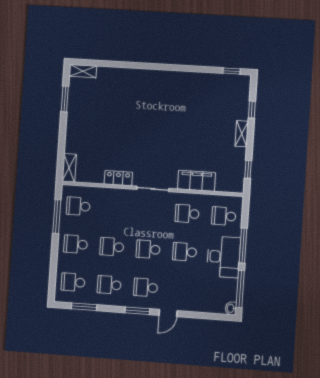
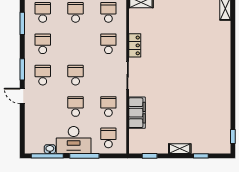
school desk: (112, 247) -> (108, 44), moved
washbasin: (231, 308) -> (50, 149), moved

